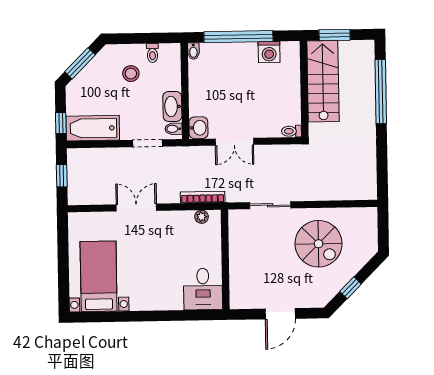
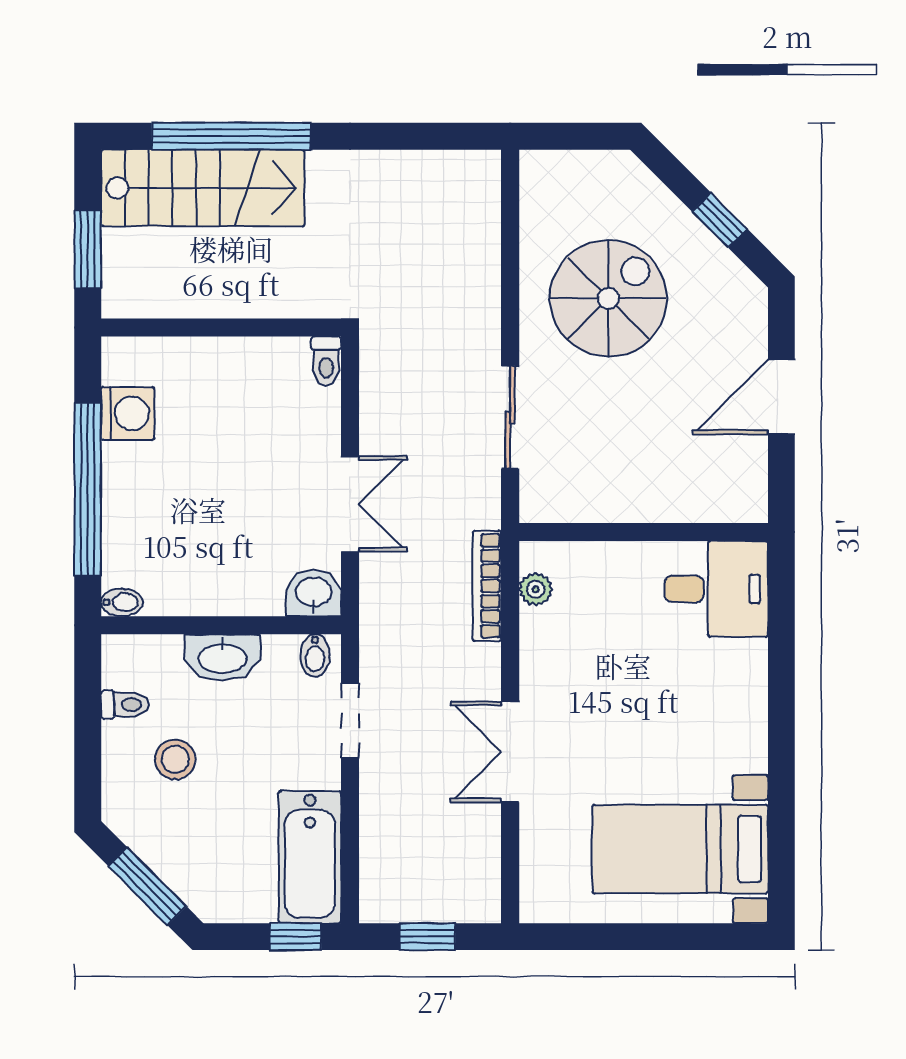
stairs: (323, 81) -> (203, 188), moved, turned 180
washbasin: (172, 106) -> (223, 657), moved
door: (280, 314) -> (781, 397), swing flipped

